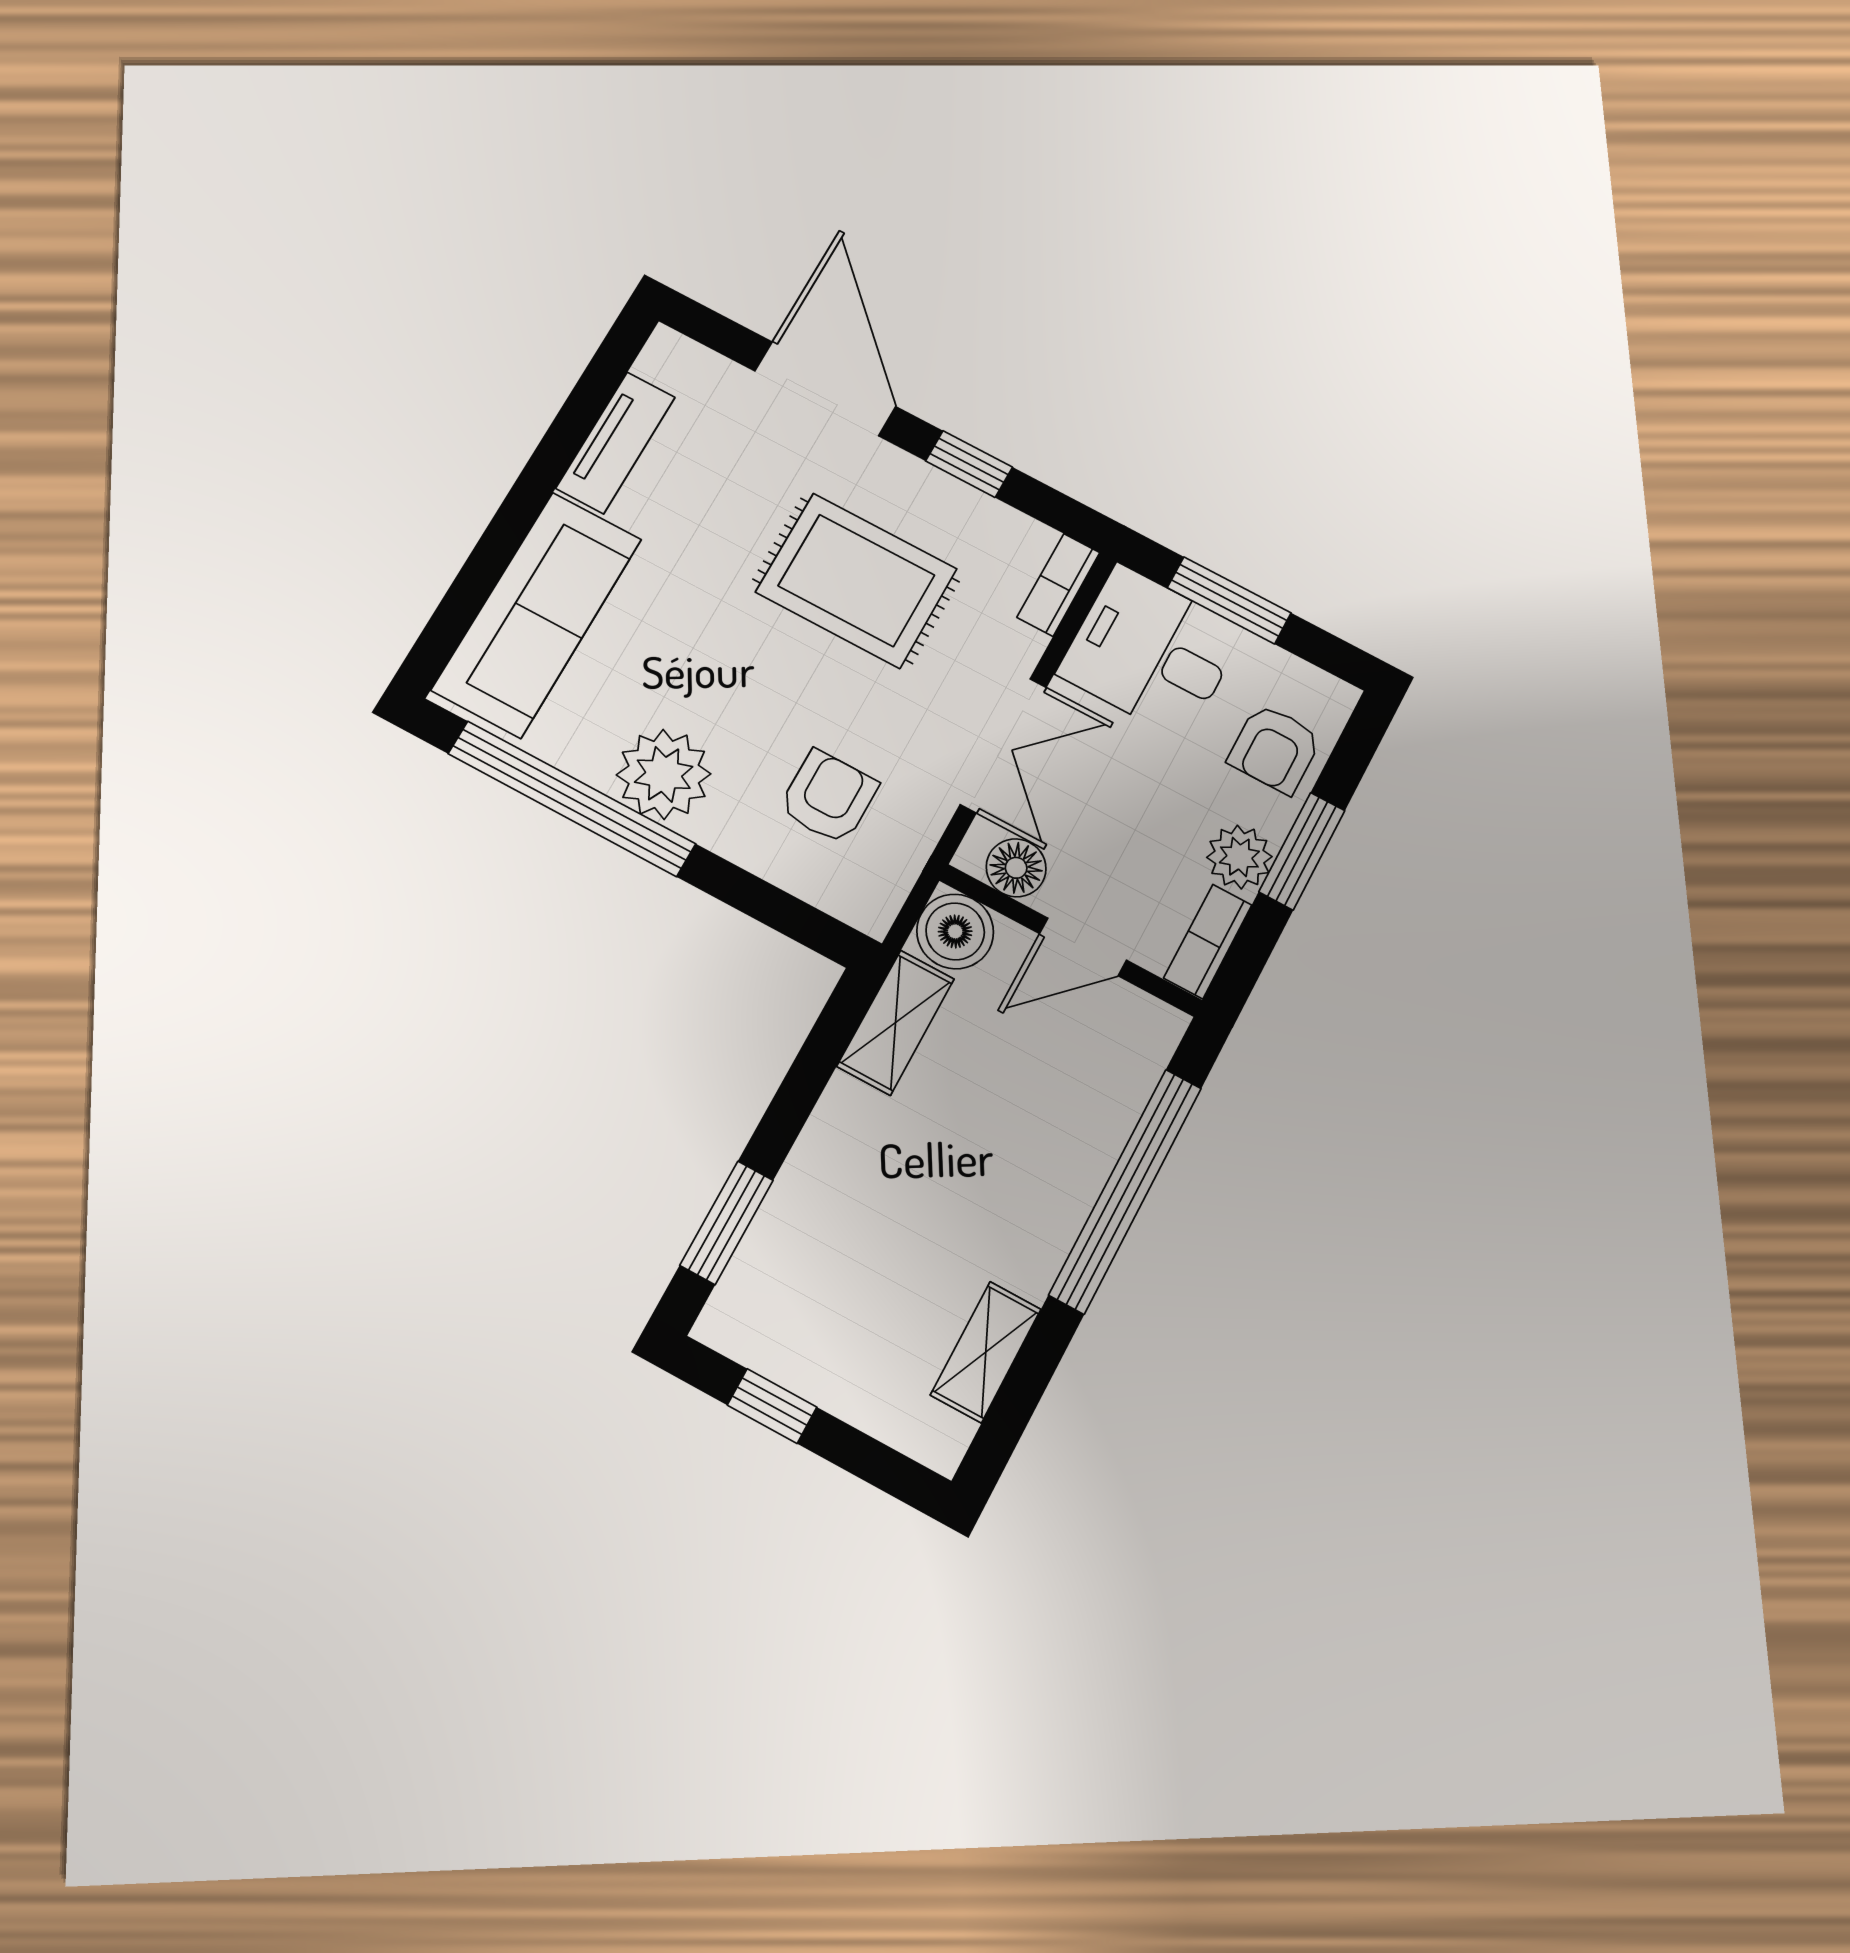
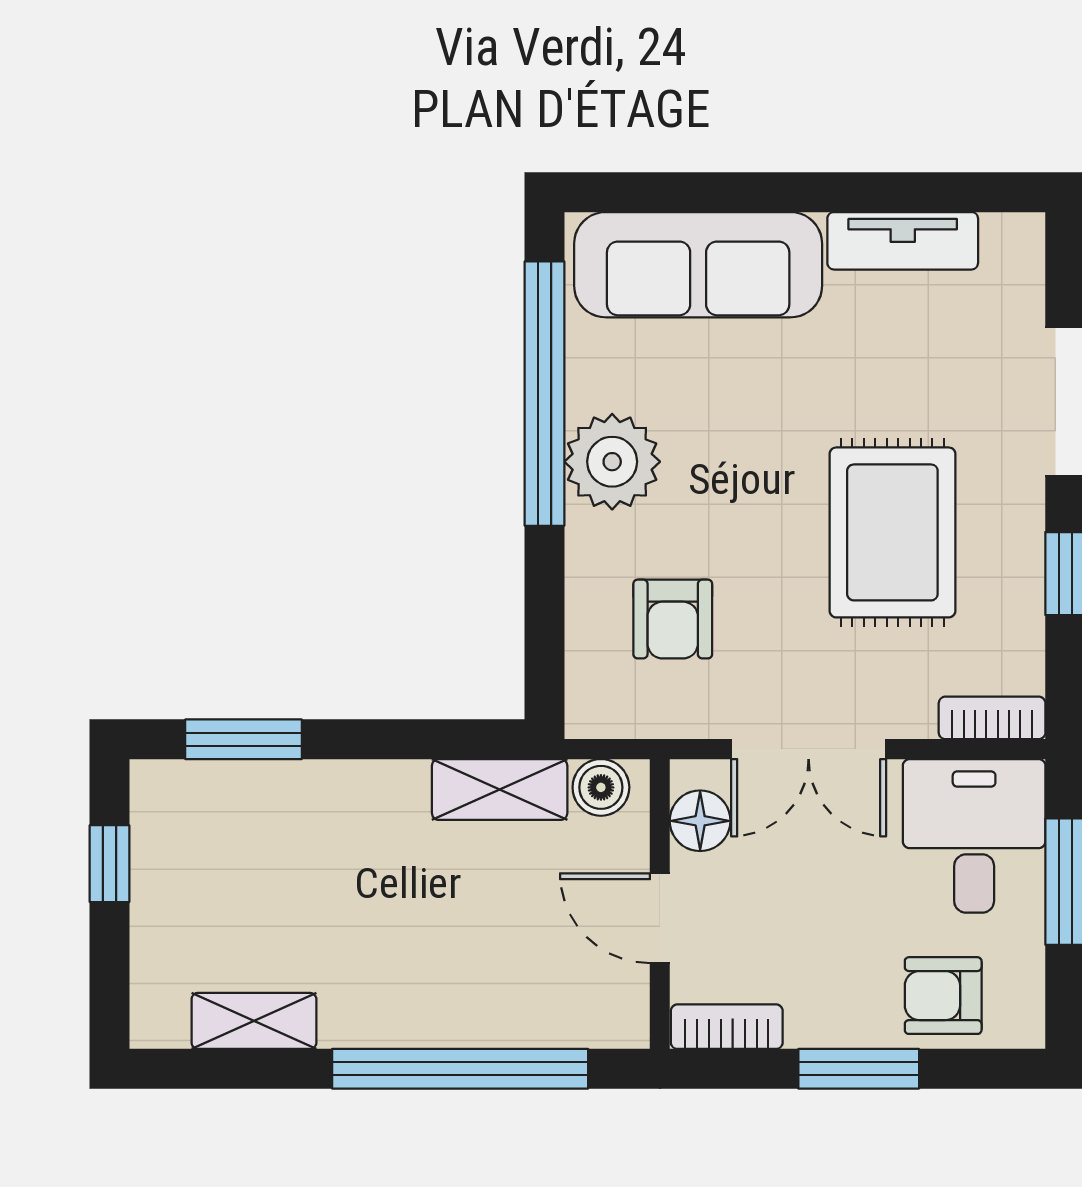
armchair: (828, 797) -> (673, 619), turned 90
plant: (1239, 857) -> (822, 1015), removed
boiler: (955, 931) -> (601, 787), width x0.73, depth x0.73

